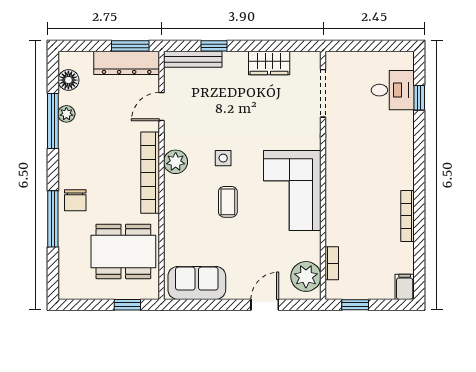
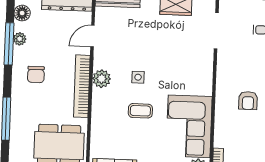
armchair: (368, 183) -> (248, 101), added
corner sofa: (292, 191) -> (189, 126), moved
chair: (75, 200) -> (36, 74), moved
coffee table: (228, 202) -> (140, 111), turned 90

